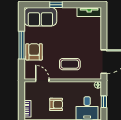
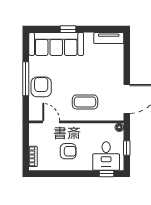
sofa: (40, 17) -> (56, 44), width x1.36

